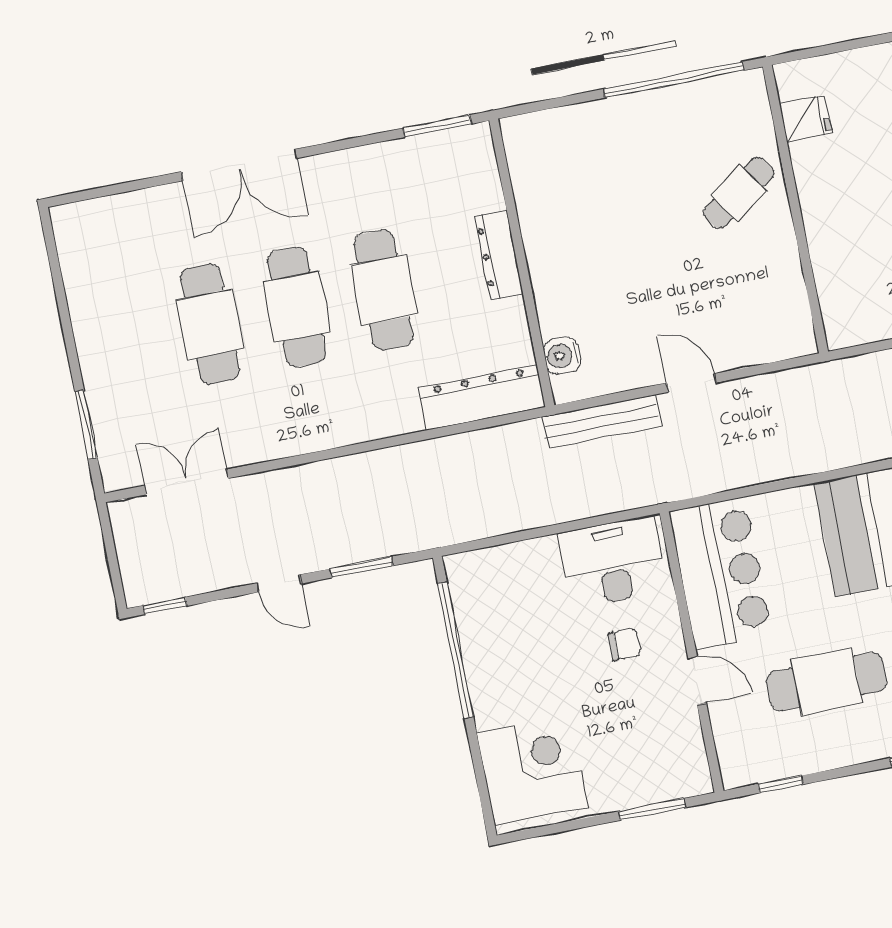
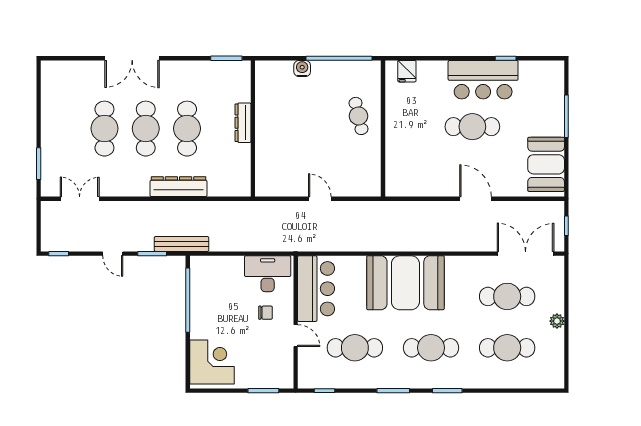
fridge: (806, 118) -> (407, 71), moved, turned 90
cafe table: (739, 193) -> (358, 116), turned -68
water cooler: (562, 355) -> (302, 68), moved, turned 90
dresser: (482, 397) -> (179, 187), moved
bench: (602, 421) -> (181, 244), moved

